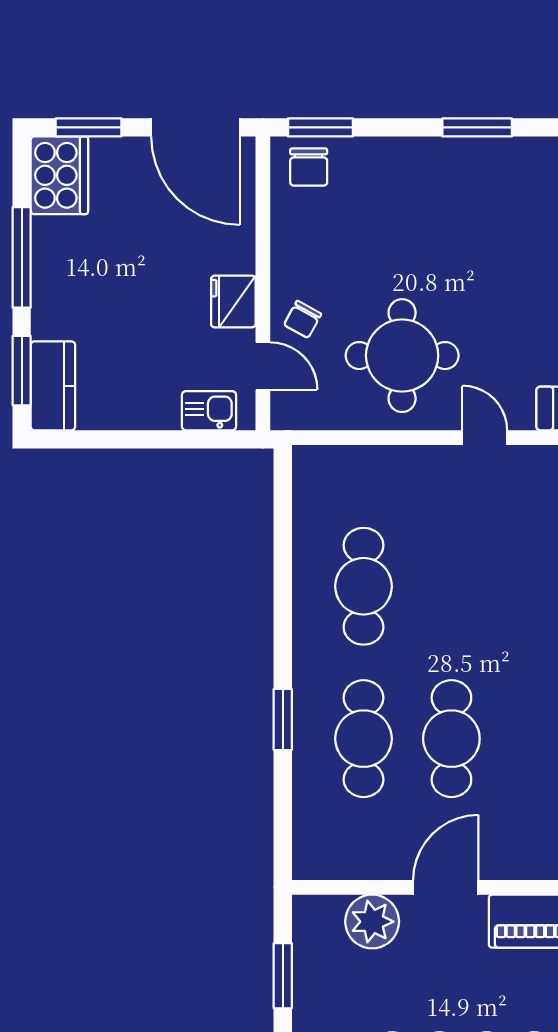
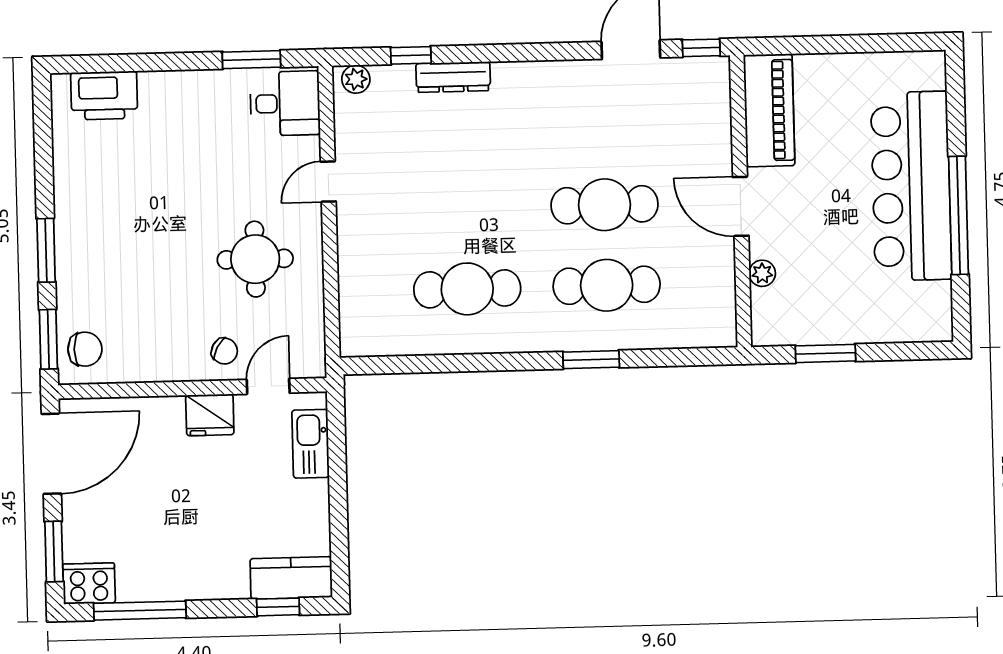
window: (477, 127) -> (46, 250), moved
cooker: (59, 175) -> (89, 584), width x0.73, depth x0.76
window: (22, 257) -> (140, 611), moved
round table: (402, 356) -> (255, 259), width x0.73, depth x0.73
window: (22, 371) -> (278, 607), width x0.67
kitchen sink: (209, 411) -> (311, 444), width x1.38
plant: (372, 922) -> (762, 273), width x0.53, depth x0.53

